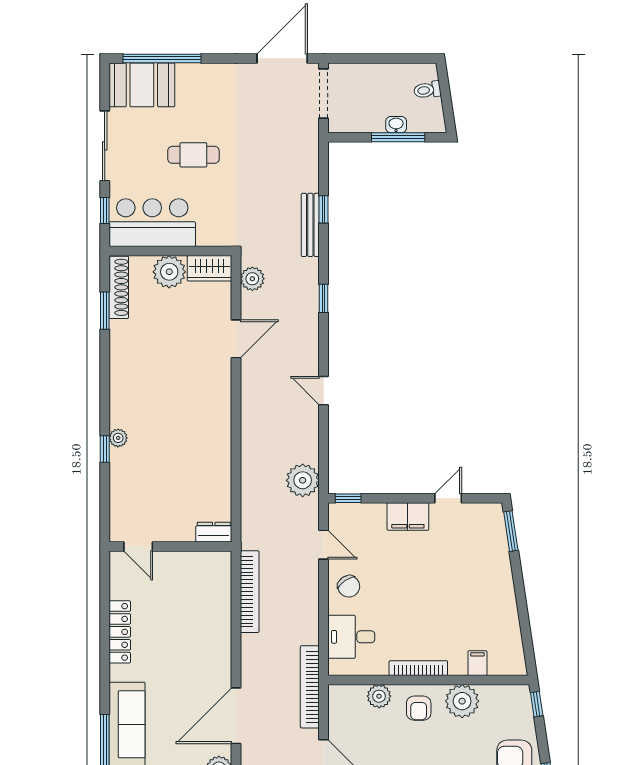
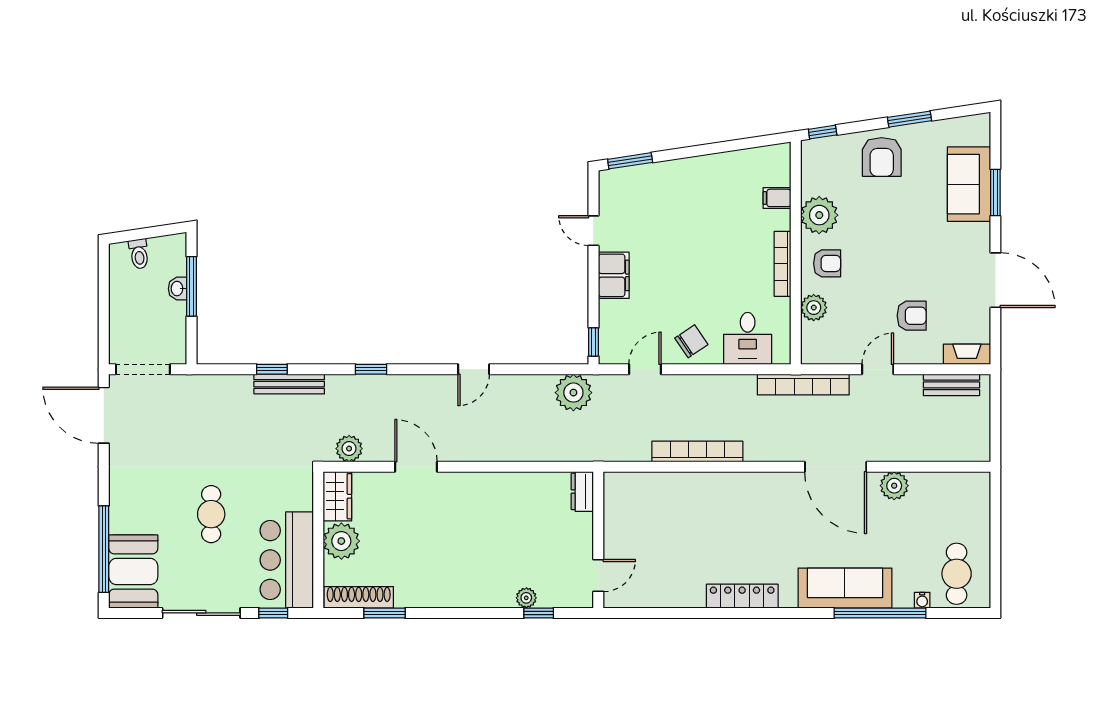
dresser: (214, 532) -> (582, 491), moved
door: (138, 546) -> (598, 576), moved
wall: (170, 546) -> (598, 540), moved

